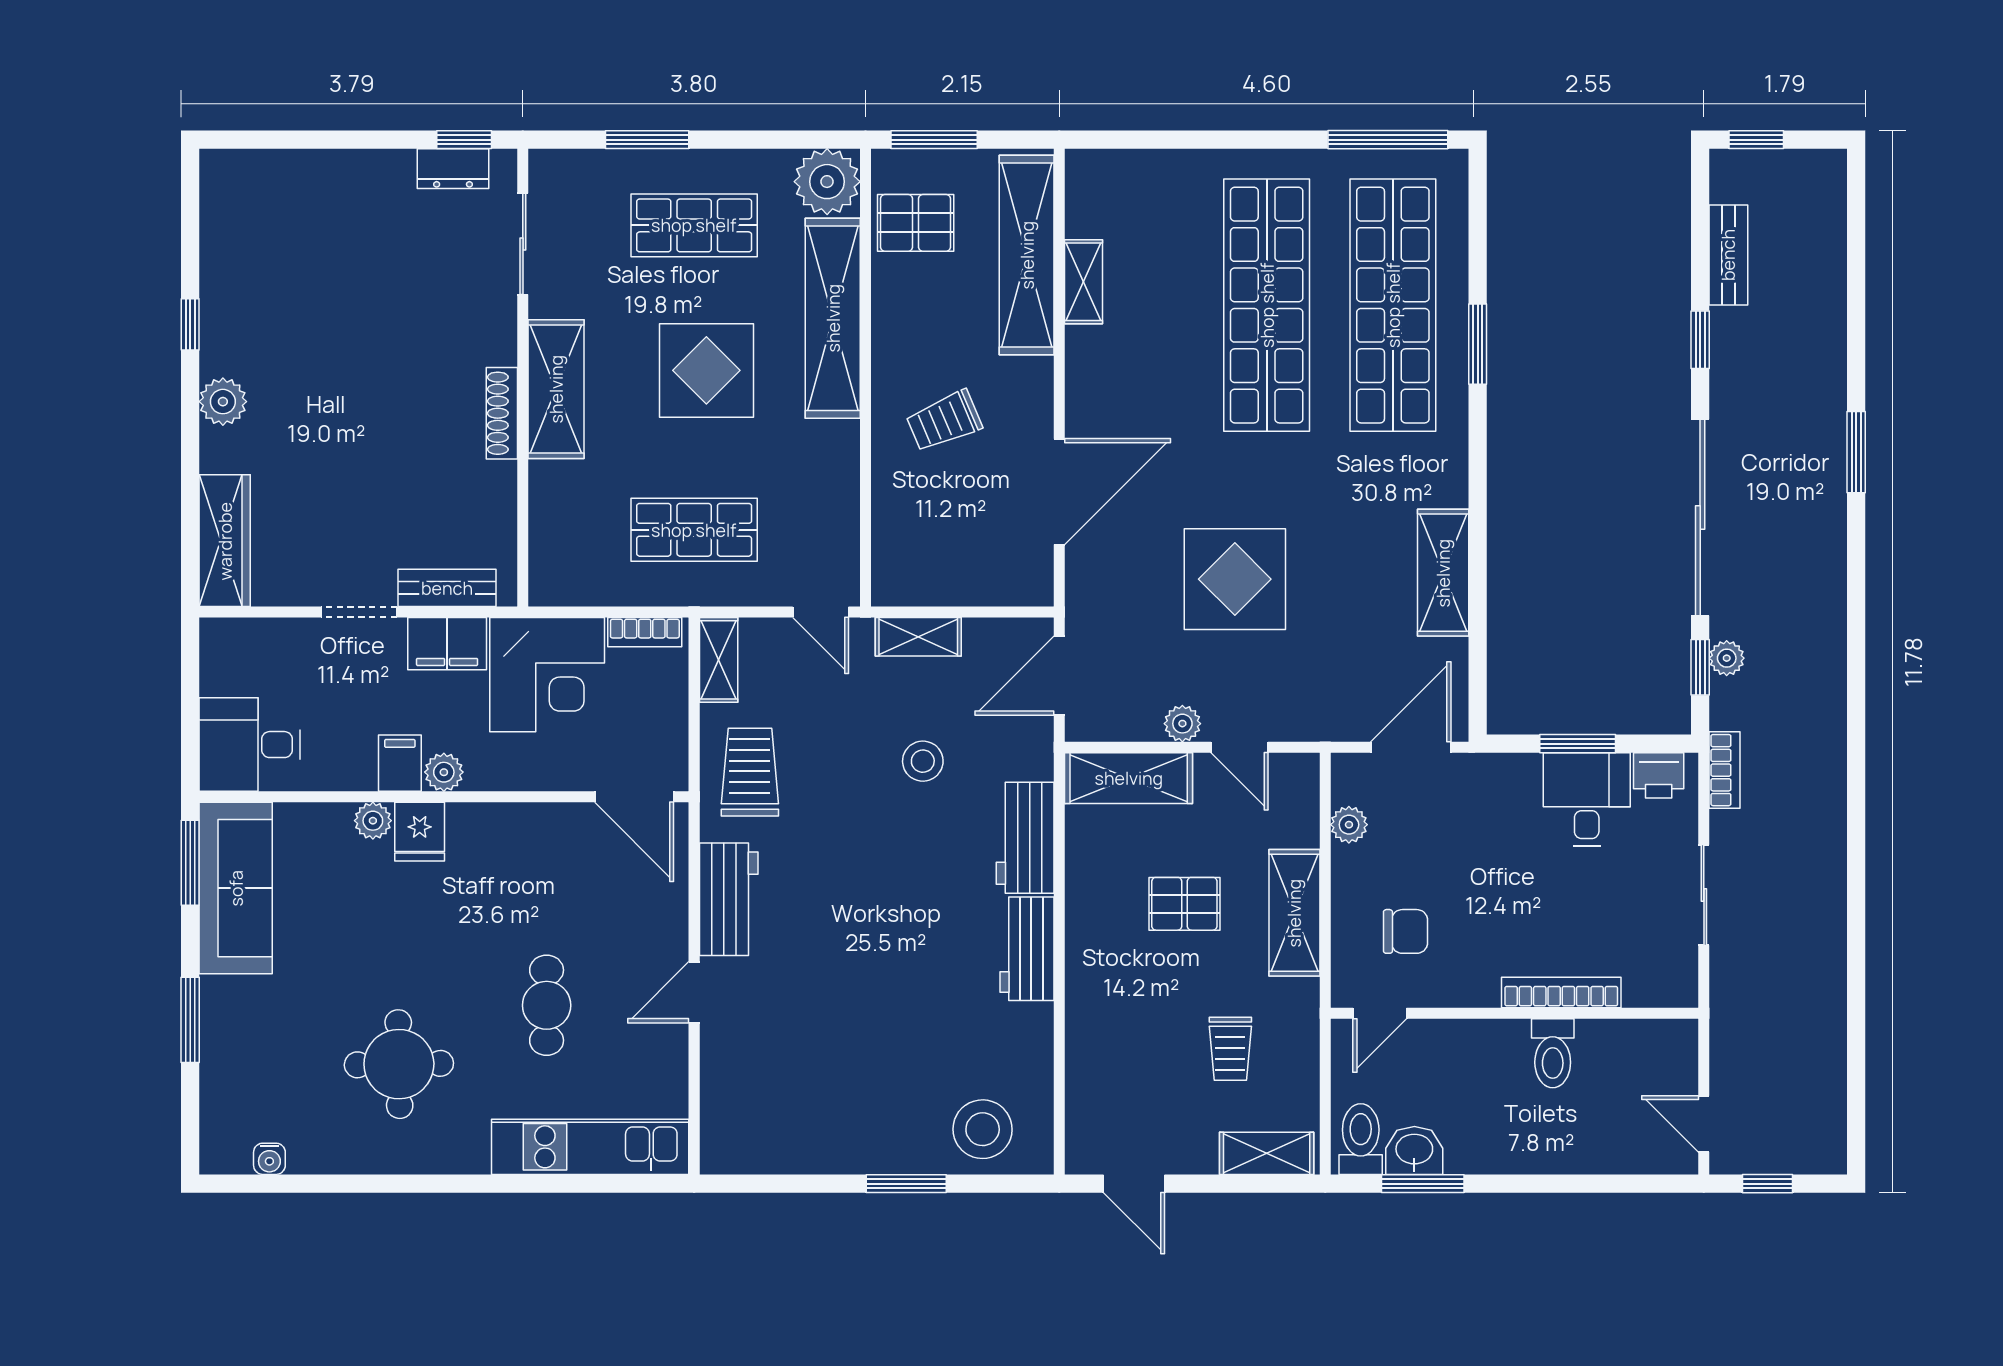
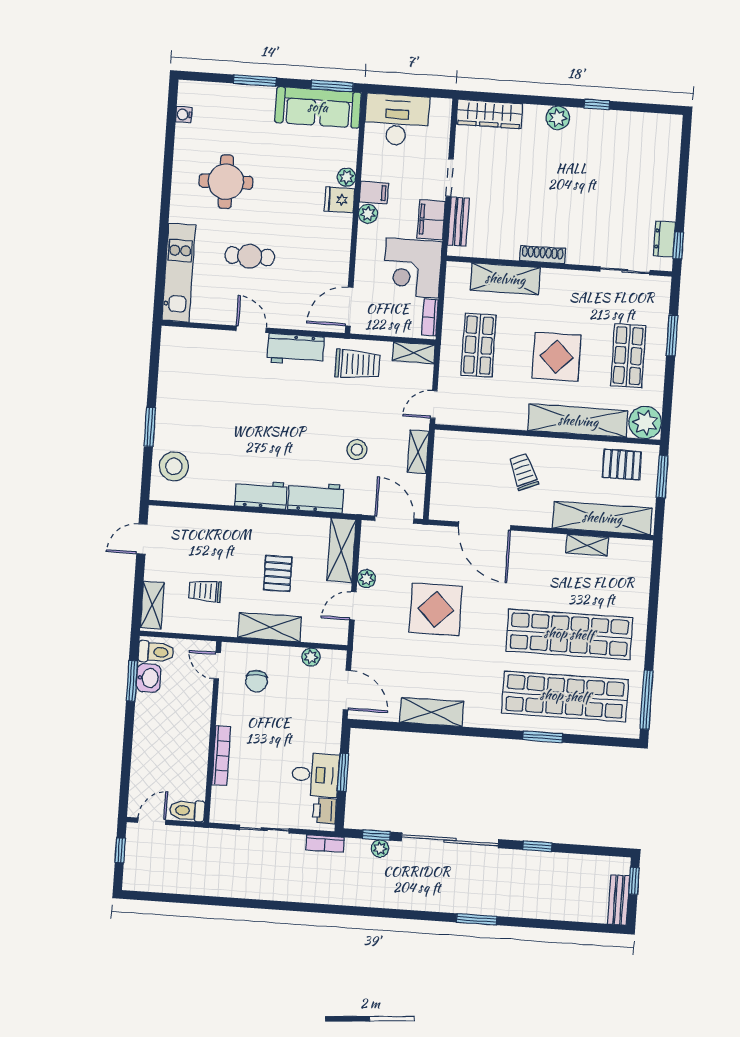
pallet: (916, 223) -> (622, 465), turned 90
bench: (1728, 255) -> (619, 900), moved, turned 90
shelving: (556, 389) -> (505, 279), moved
desk: (250, 745) -> (397, 120), width x1.37
toilet: (1553, 1053) -> (187, 811), moved

